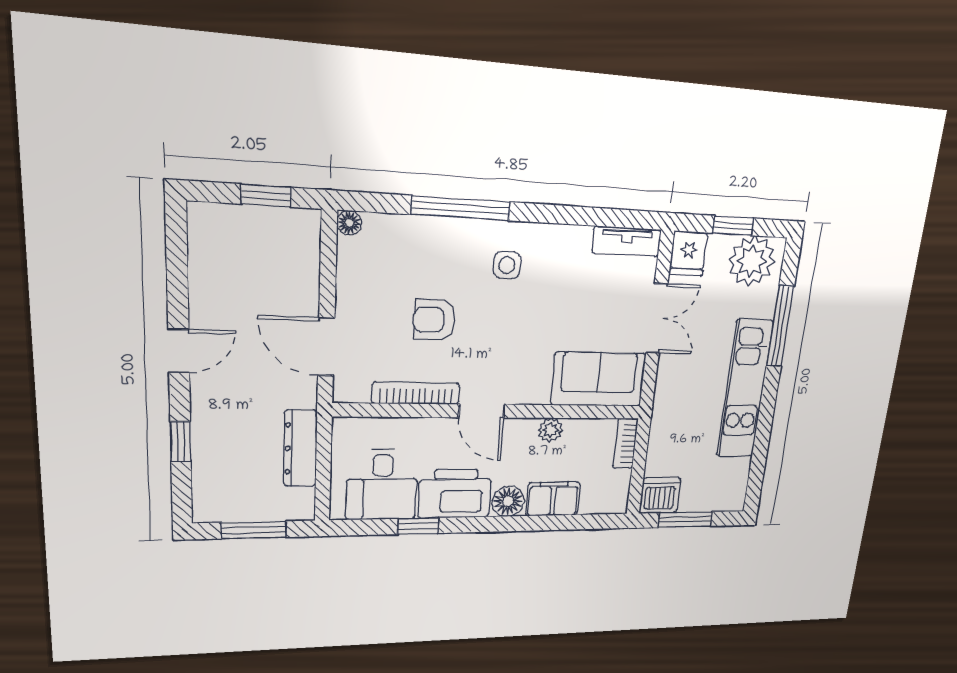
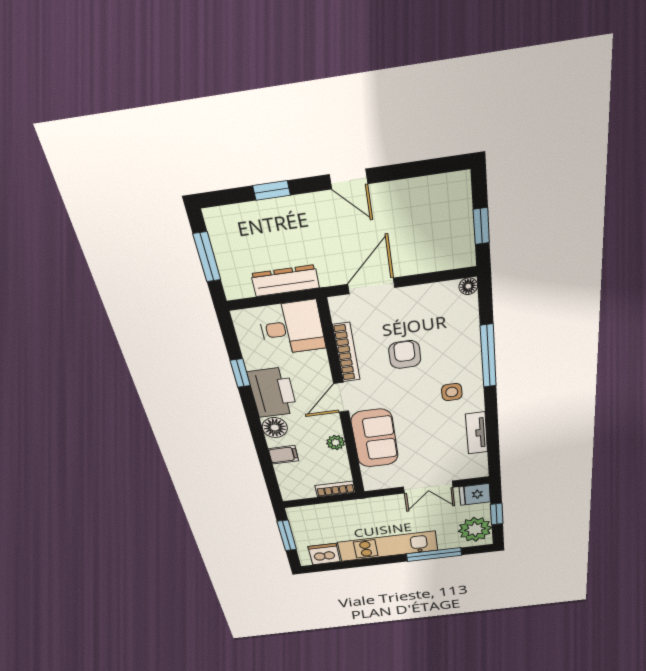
tv unit: (627, 241) -> (477, 433), moved
sofa: (598, 379) -> (375, 438), moved
desk: (382, 485) -> (292, 328), moved, turned 180
dishwasher: (660, 496) -> (324, 554), moved, turned -90
filing cabinet: (553, 499) -> (283, 455), width x0.50

